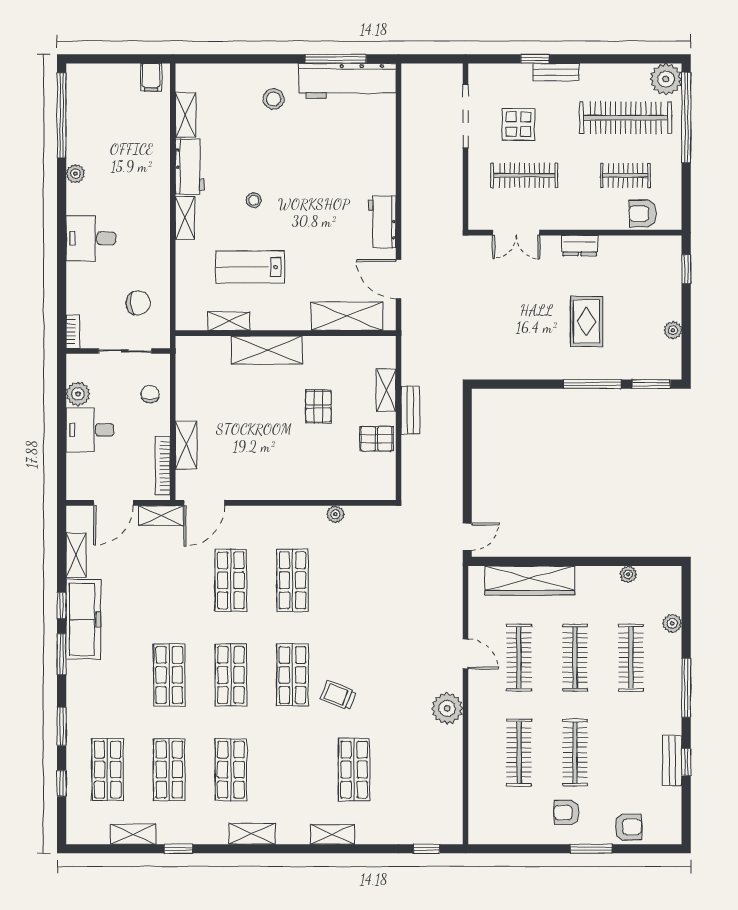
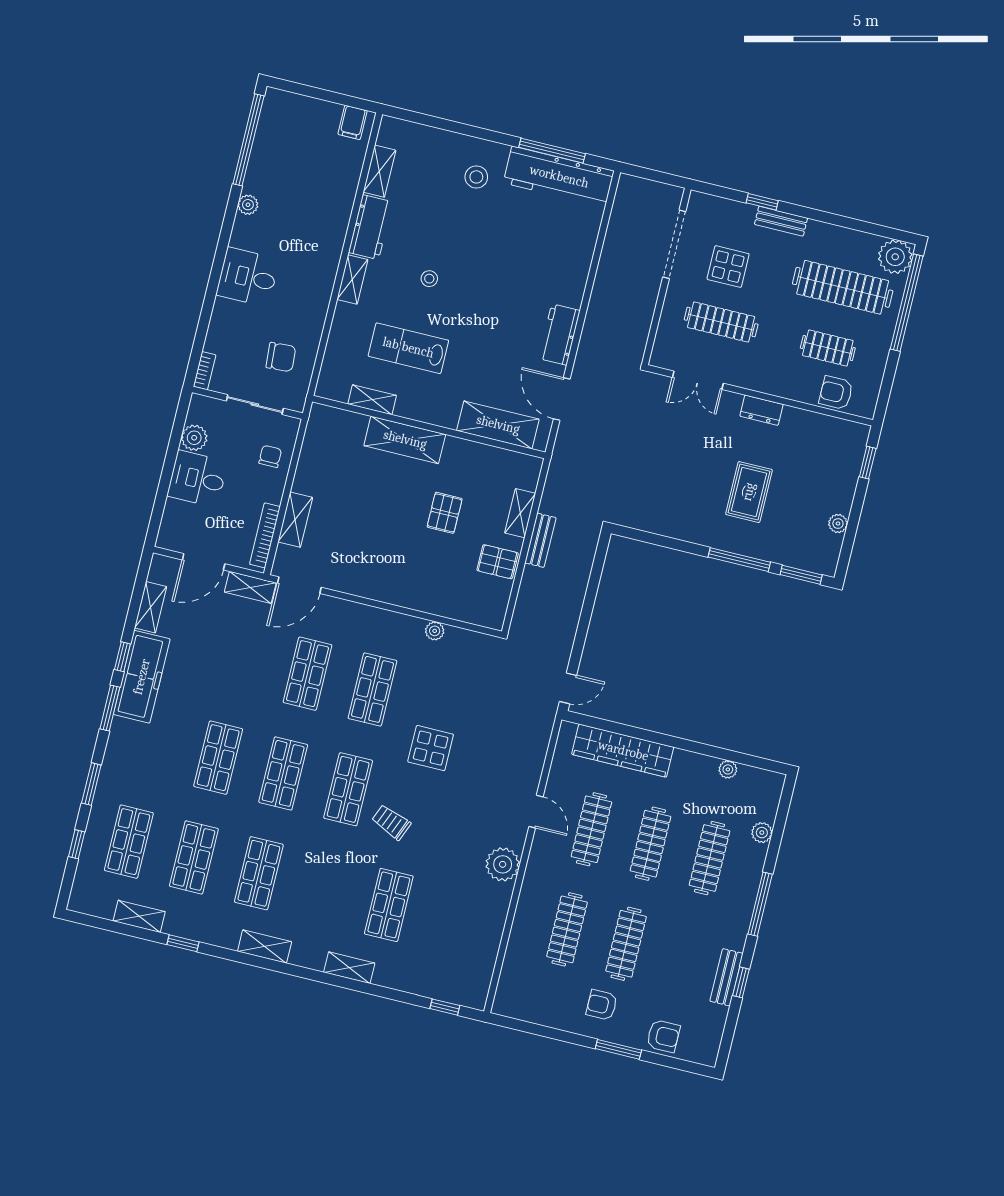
display table: (357, 620) -> (431, 748), added

